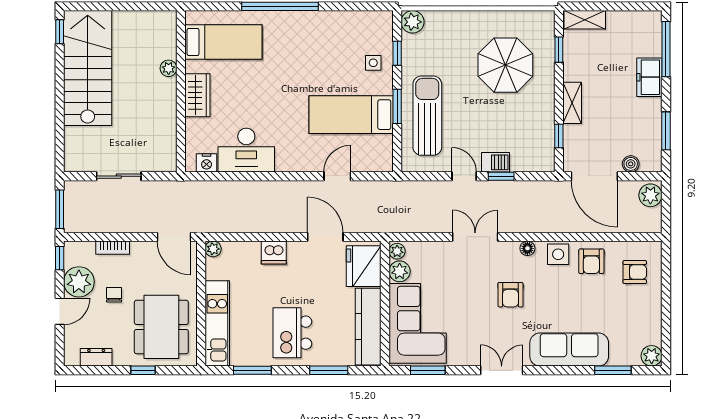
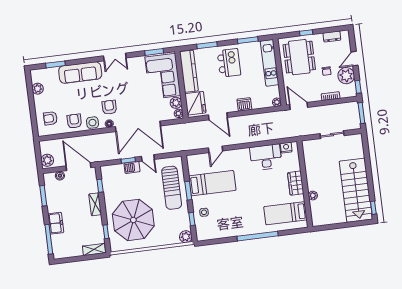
parasol: (505, 65) -> (133, 220), width x1.36, depth x1.36
double door: (475, 237) -> (138, 126), width x1.87
armchair: (510, 295) -> (109, 107), moved
plant: (652, 356) -> (38, 89), moved

